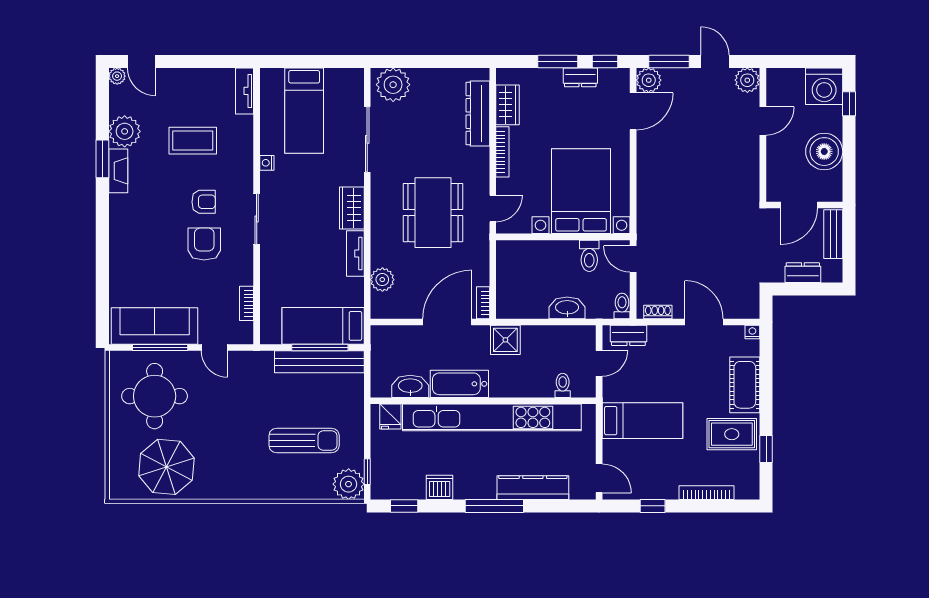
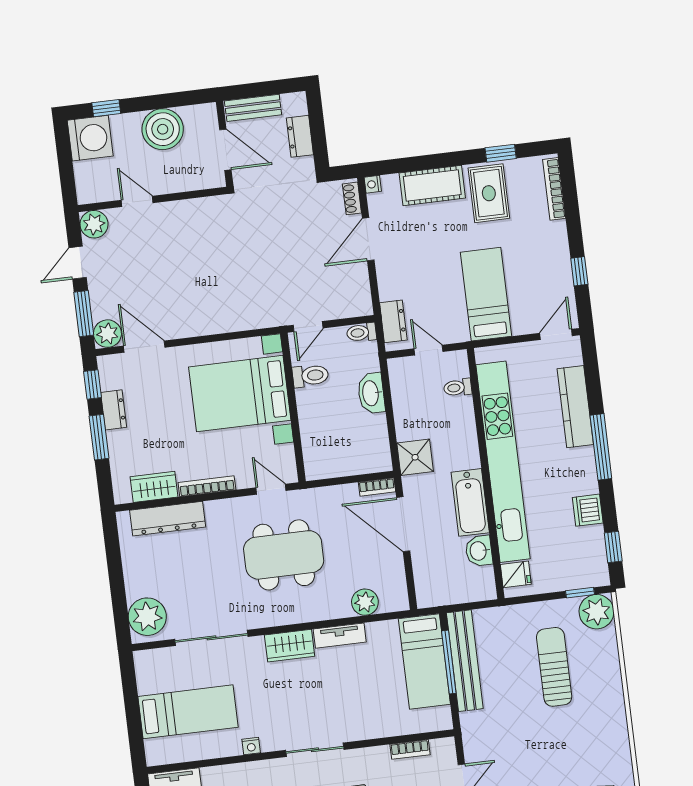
shoe rack: (658, 312) -> (352, 198), moved
washbasin: (410, 386) -> (479, 551), width x0.72
bookcase: (707, 493) -> (554, 189), moved

